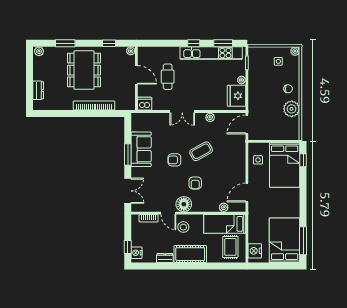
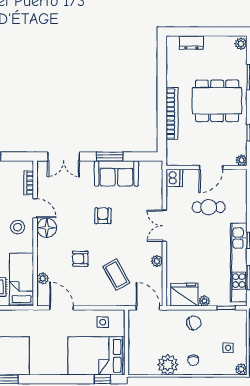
chair: (259, 88) -> (194, 323), added
coffee table: (201, 151) -> (116, 275), moved
armchair: (195, 183) -> (80, 259), moved
door: (168, 213) -> (35, 208), swing flipped

